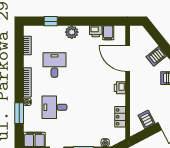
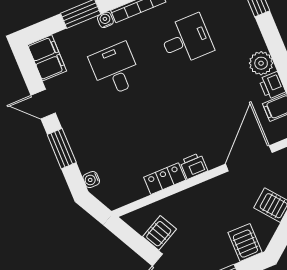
plant: (72, 32) -> (261, 63), moved
locker: (120, 117) -> (165, 179), moved

